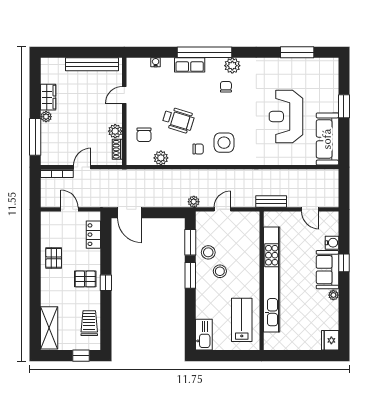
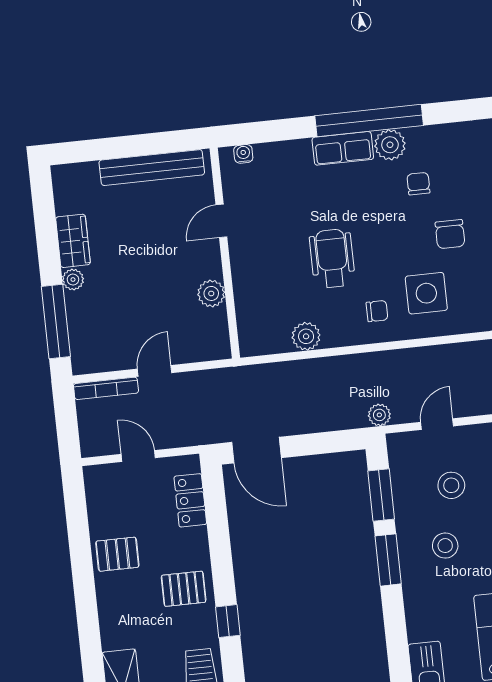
water cooler: (156, 62) -> (243, 154), moved
plant: (232, 66) -> (390, 145), moved
wheelchair: (178, 120) -> (332, 258), turned -107
chair: (144, 135) -> (450, 234), moved
shoe rack: (117, 149) -> (219, 329), removed
stool: (208, 252) -> (451, 485), moved
pallet: (54, 258) -> (117, 554), turned 90
window: (106, 283) -> (228, 621), moved

